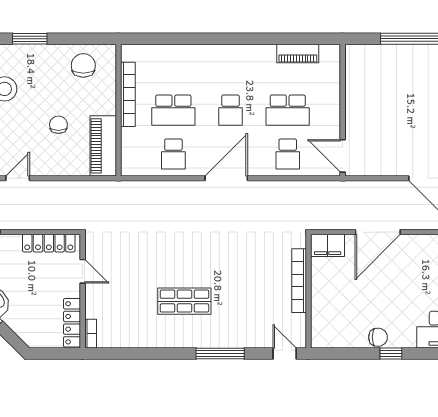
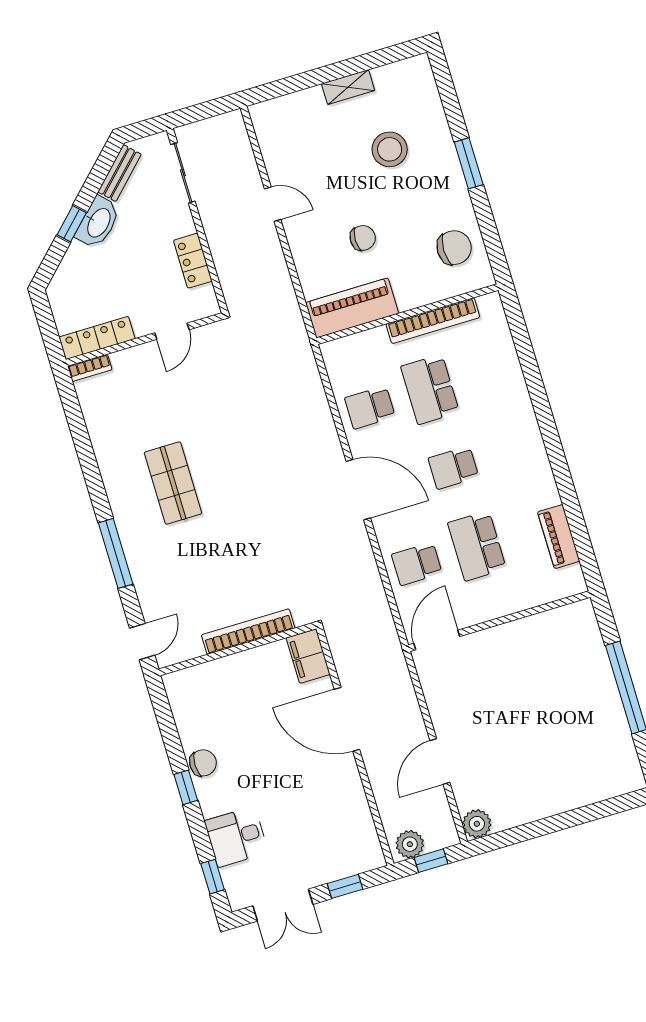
locker: (49, 243) -> (193, 261), width x0.66
chair: (378, 337) -> (203, 763), turned -90

